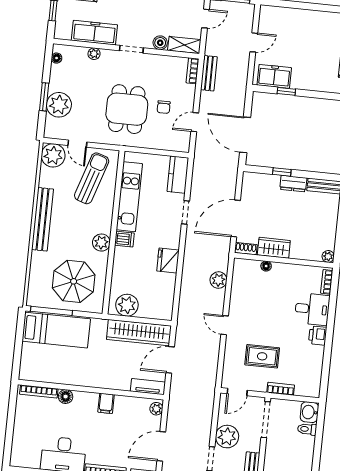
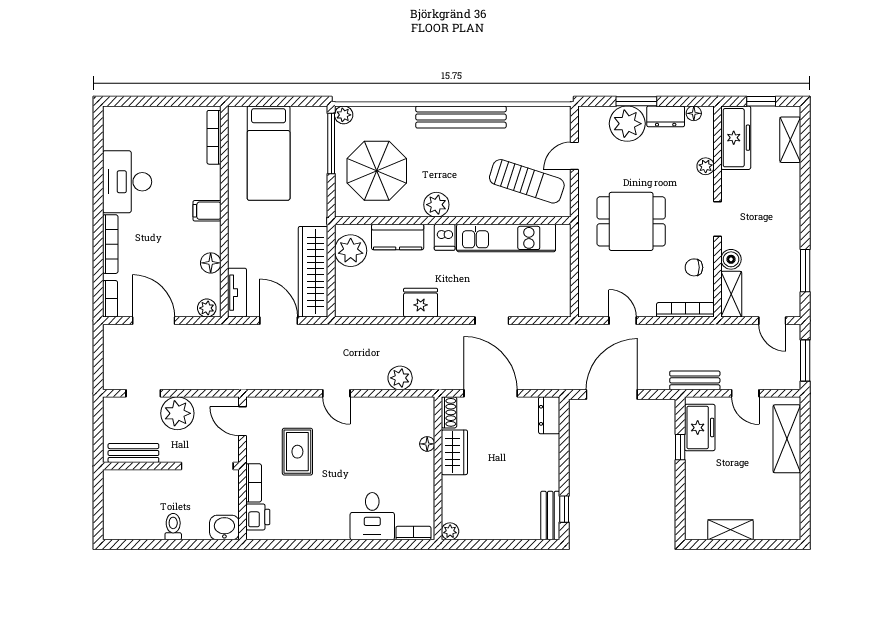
shelving: (288, 17) -> (787, 439), added
freezer: (94, 33) -> (736, 138), moved
bookcase: (193, 71) -> (685, 310), width x1.56
bench: (209, 73) -> (695, 380), moved
dresser: (57, 78) -> (666, 116), added
chair: (164, 107) -> (694, 267), moved
plant: (53, 155) -> (344, 115), moved, width x0.53, depth x0.53
window: (282, 172) -> (564, 509), moved
kitchen counter: (178, 175) -> (398, 237), moved, turned 180
dresser: (293, 184) -> (549, 415), moved
door: (225, 325) -> (336, 393), swing flipped
bed: (56, 330) -> (269, 153), moved
printer: (318, 336) -> (258, 517), moved, turned 90
floor lamp: (66, 397) -> (211, 263), moved
filing cabinet: (106, 403) -> (207, 211), moved
toilet: (307, 429) -> (173, 527), moved

